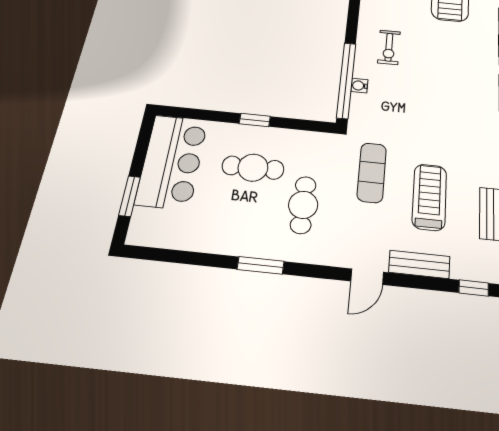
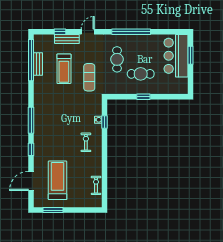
window: (346, 80) -> (104, 122), width x0.32
bar counter: (172, 162) -> (176, 56), moved
window: (260, 265) -> (131, 32), width x2.11
window: (474, 288) -> (60, 32), moved

